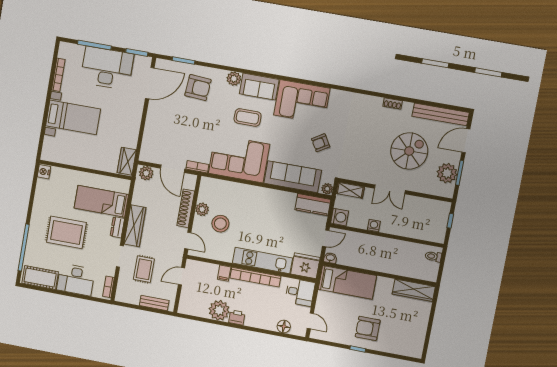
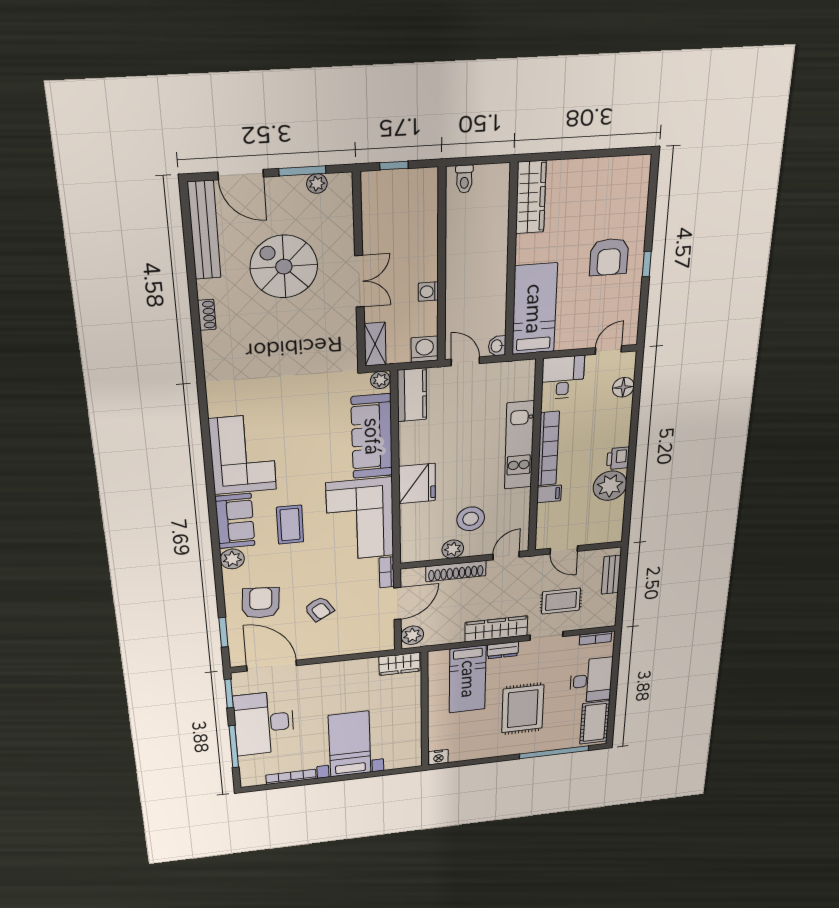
armchair: (321, 143) -> (319, 609), moved
plant: (447, 173) -> (317, 184), width x0.53, depth x0.53
fridge: (305, 266) -> (417, 483), moved, turned 180

